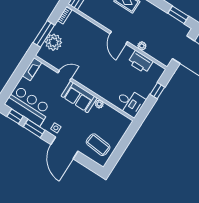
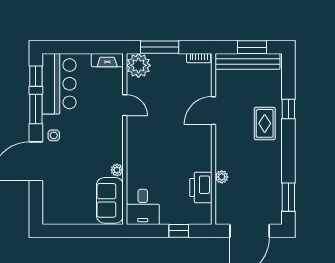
door: (119, 38) -> (214, 111), moved
plant: (54, 42) -> (138, 65), moved
sofa: (79, 97) -> (110, 200), moved
coffee table: (98, 145) -> (66, 200), removed

